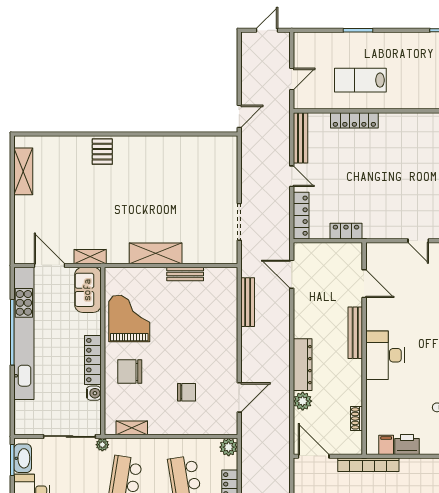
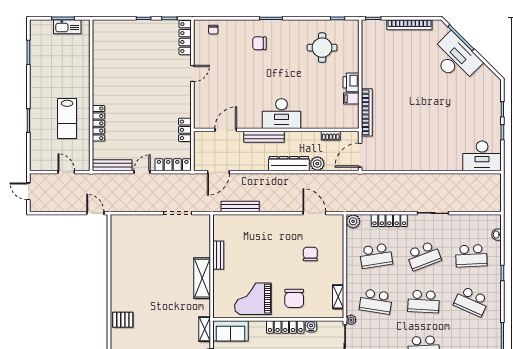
door: (364, 284) -> (226, 130), moved
bench: (355, 333) -> (264, 137), moved
wall: (364, 349) -> (276, 130), moved
desk: (385, 355) -> (282, 114), moved
shoe rack: (357, 418) -> (331, 136), moved

